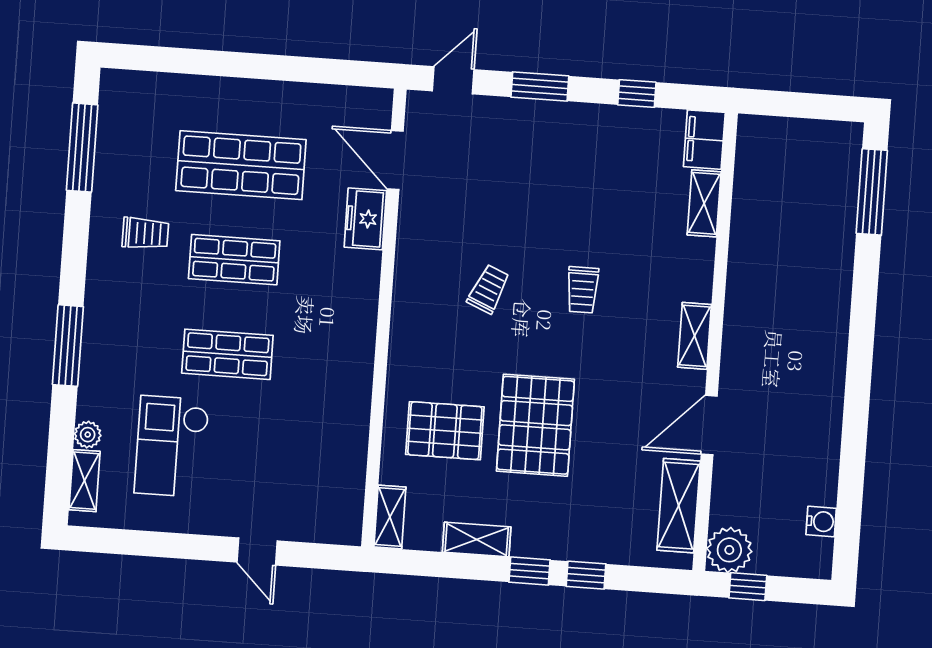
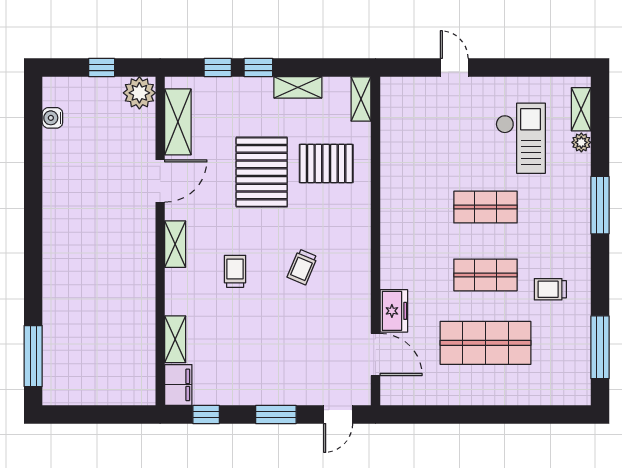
filing cabinet: (704, 140) -> (178, 385), moved
shelving: (704, 203) -> (175, 339), moved
shelving: (695, 336) -> (175, 244), moved
wall: (715, 342) -> (160, 241), moved
door: (709, 425) -> (160, 181), moved
shelving: (679, 506) -> (178, 122), moved
plant: (729, 550) -> (139, 93), moved

